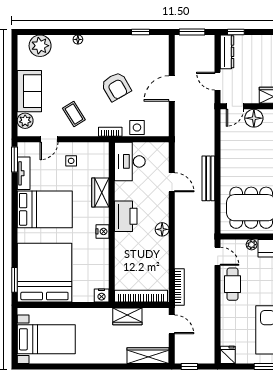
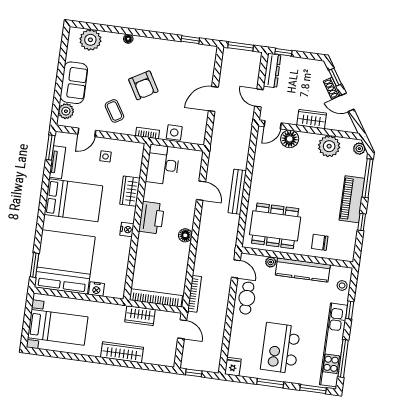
armchair: (116, 87) -> (143, 85), moved
nightstand: (102, 296) -> (97, 289), moved
wardrobe: (148, 356) -> (122, 352), moved

